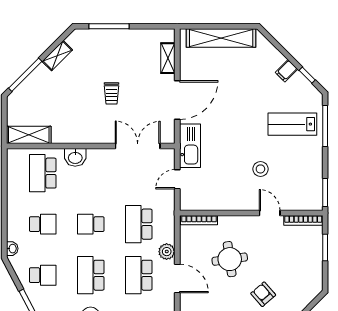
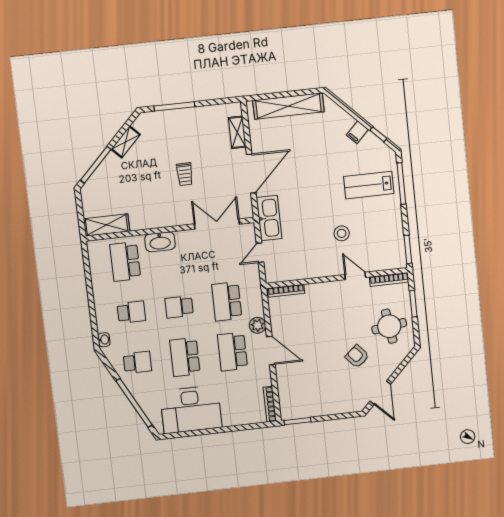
washbasin: (75, 157) -> (160, 242), width x1.38
round table: (230, 259) -> (389, 326), moved

